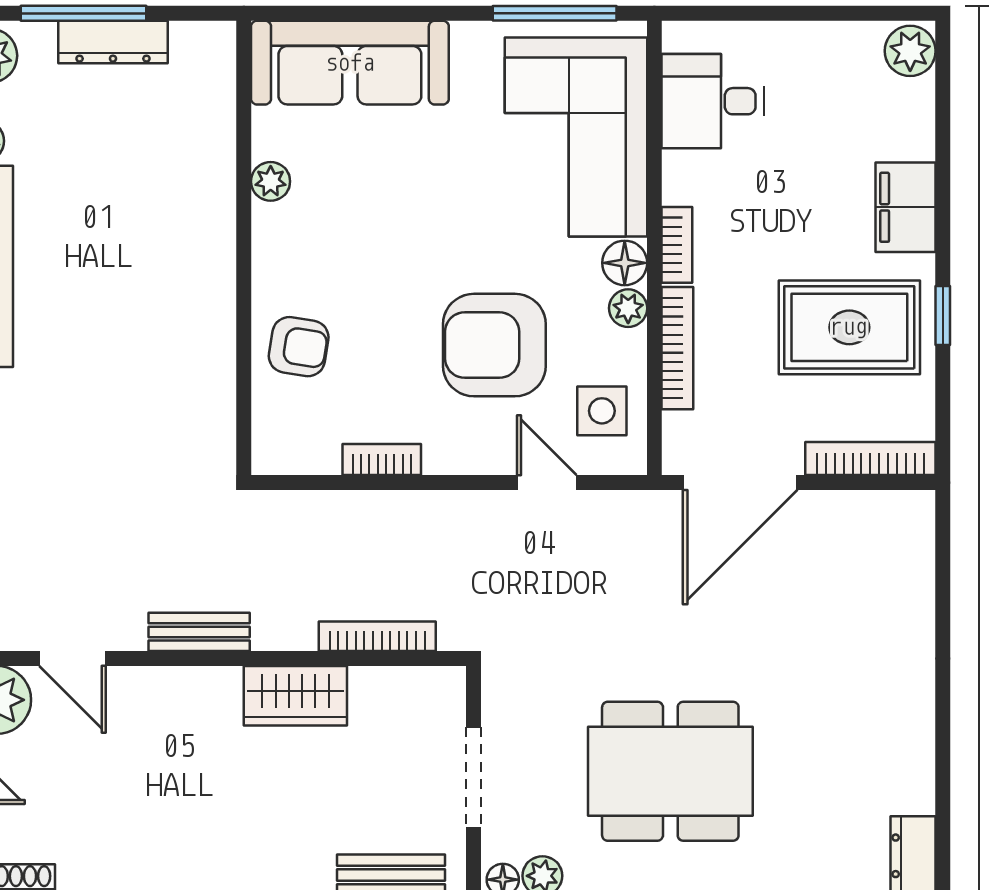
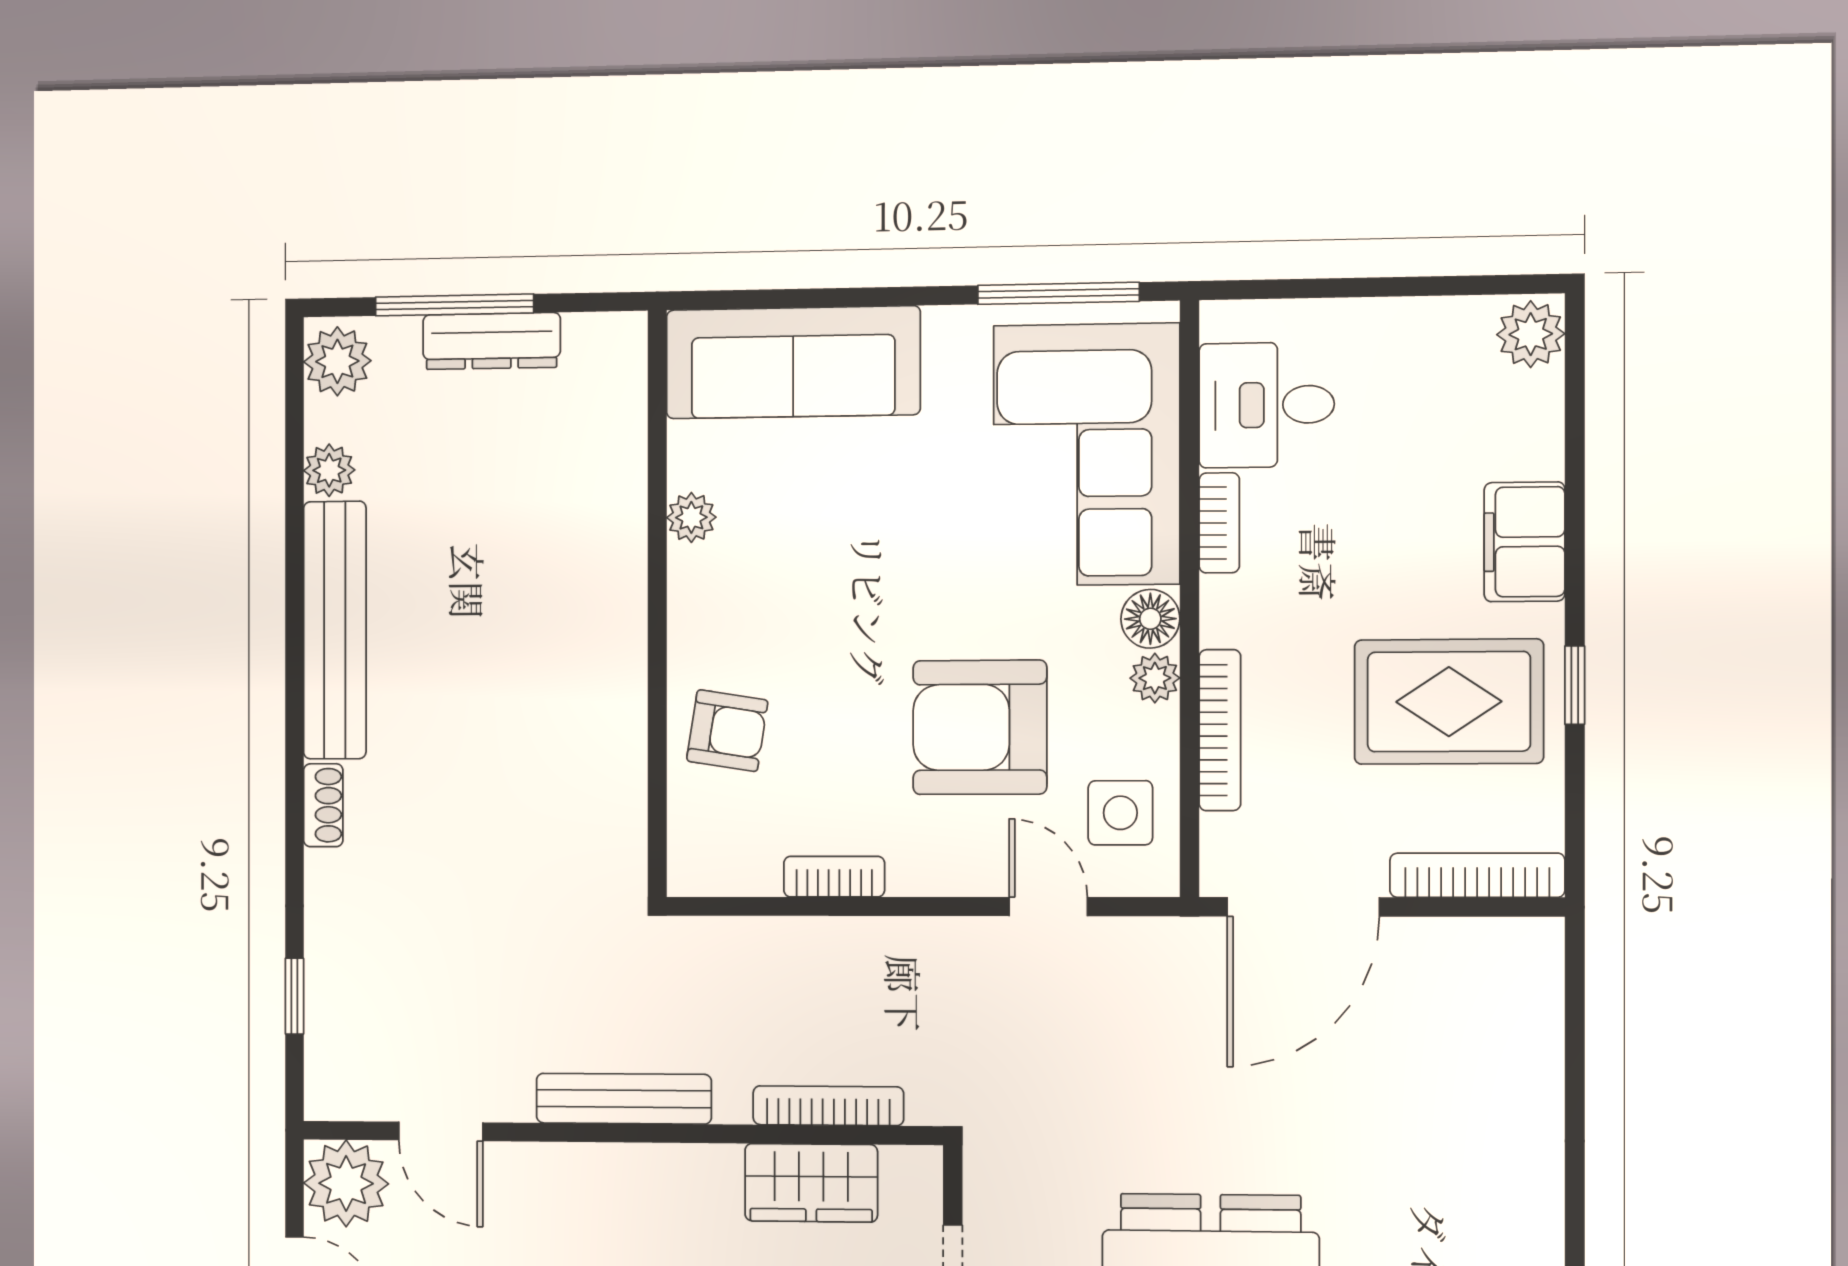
bookcase: (677, 245) -> (1219, 523), moved
bench: (199, 632) -> (624, 1099), width x1.36
wardrobe: (295, 696) -> (811, 1183), moved

